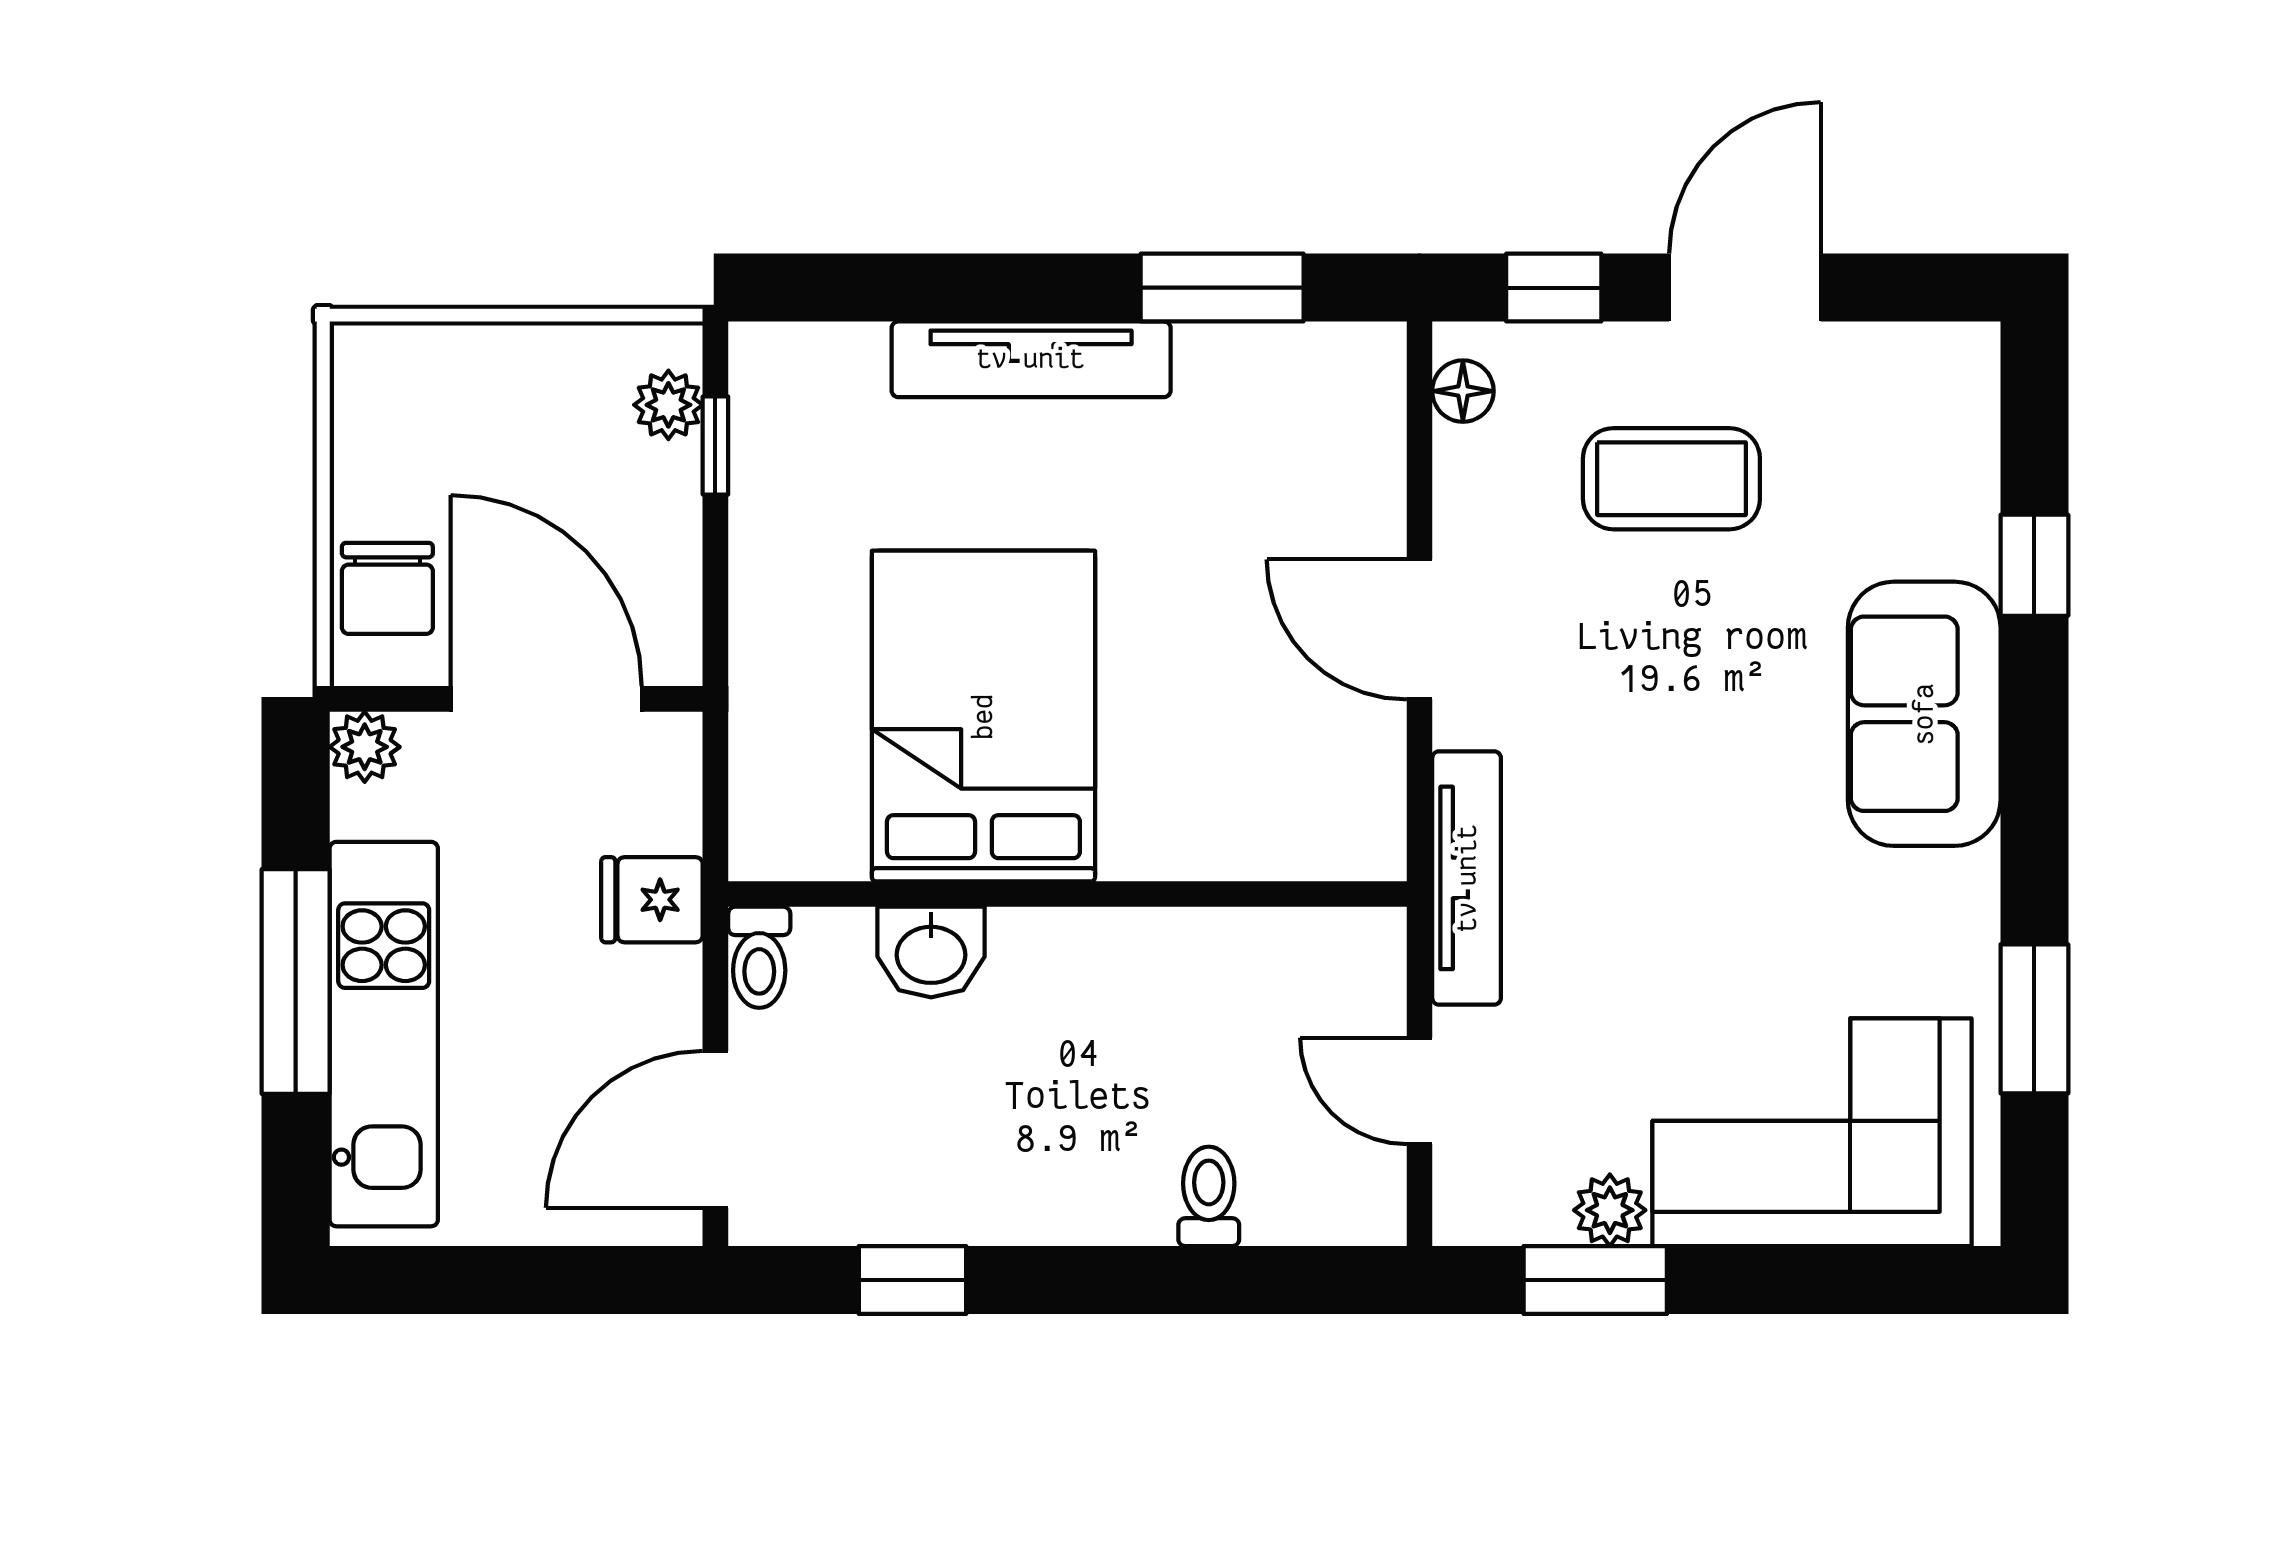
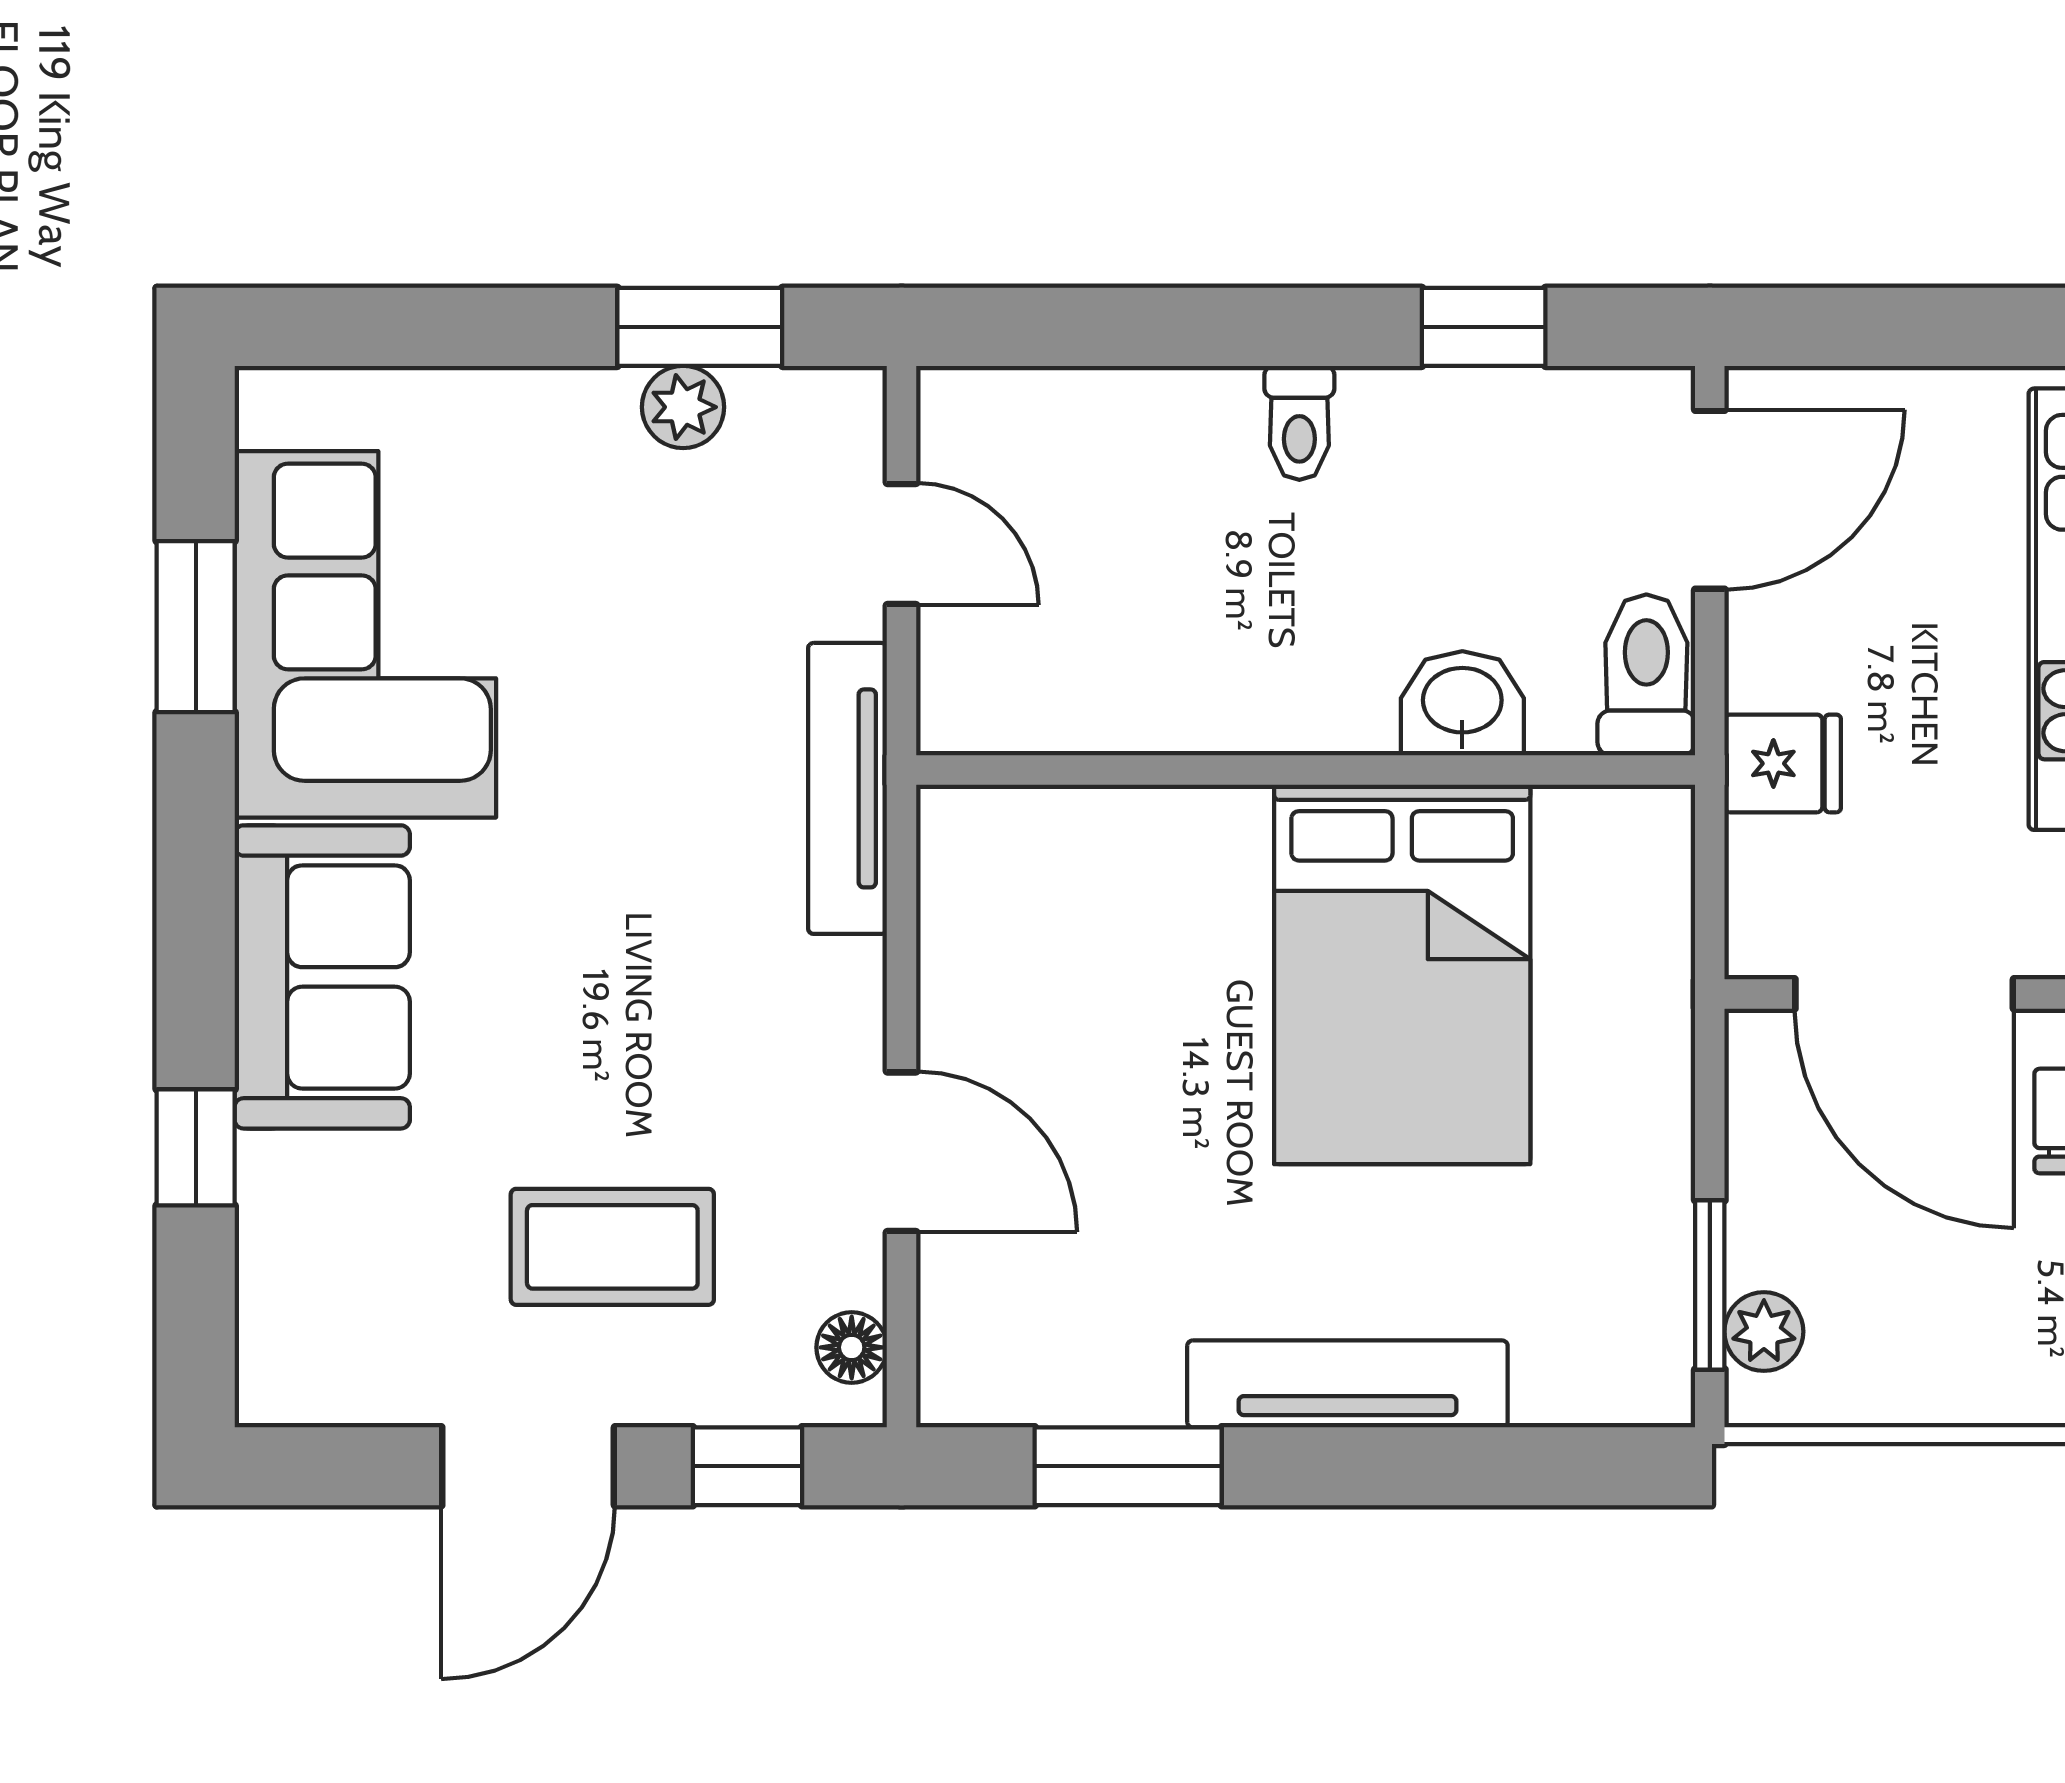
window: (715, 445) -> (1710, 1285), width x1.50
door: (1419, 629) -> (902, 1152), moved
toilet: (759, 957) -> (1646, 675), width x1.37, depth x1.39
corner sofa: (1812, 1132) -> (365, 634), moved, turned -90
toilet: (1209, 1196) -> (1299, 423), moved

